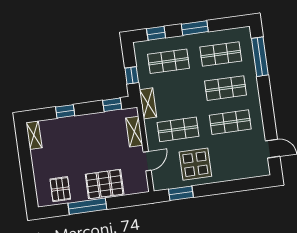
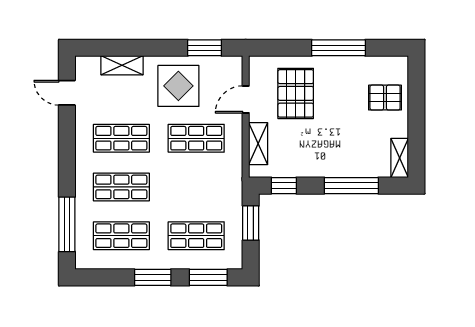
window: (156, 33) -> (208, 277), width x1.50
window: (132, 75) -> (251, 223), width x1.50
shelving: (148, 103) -> (122, 65), moved, turned 90
window: (65, 111) -> (351, 186), width x2.17
pallet: (105, 184) -> (296, 93), moved, turned 90
pallet: (60, 189) -> (385, 98), moved, turned 90

